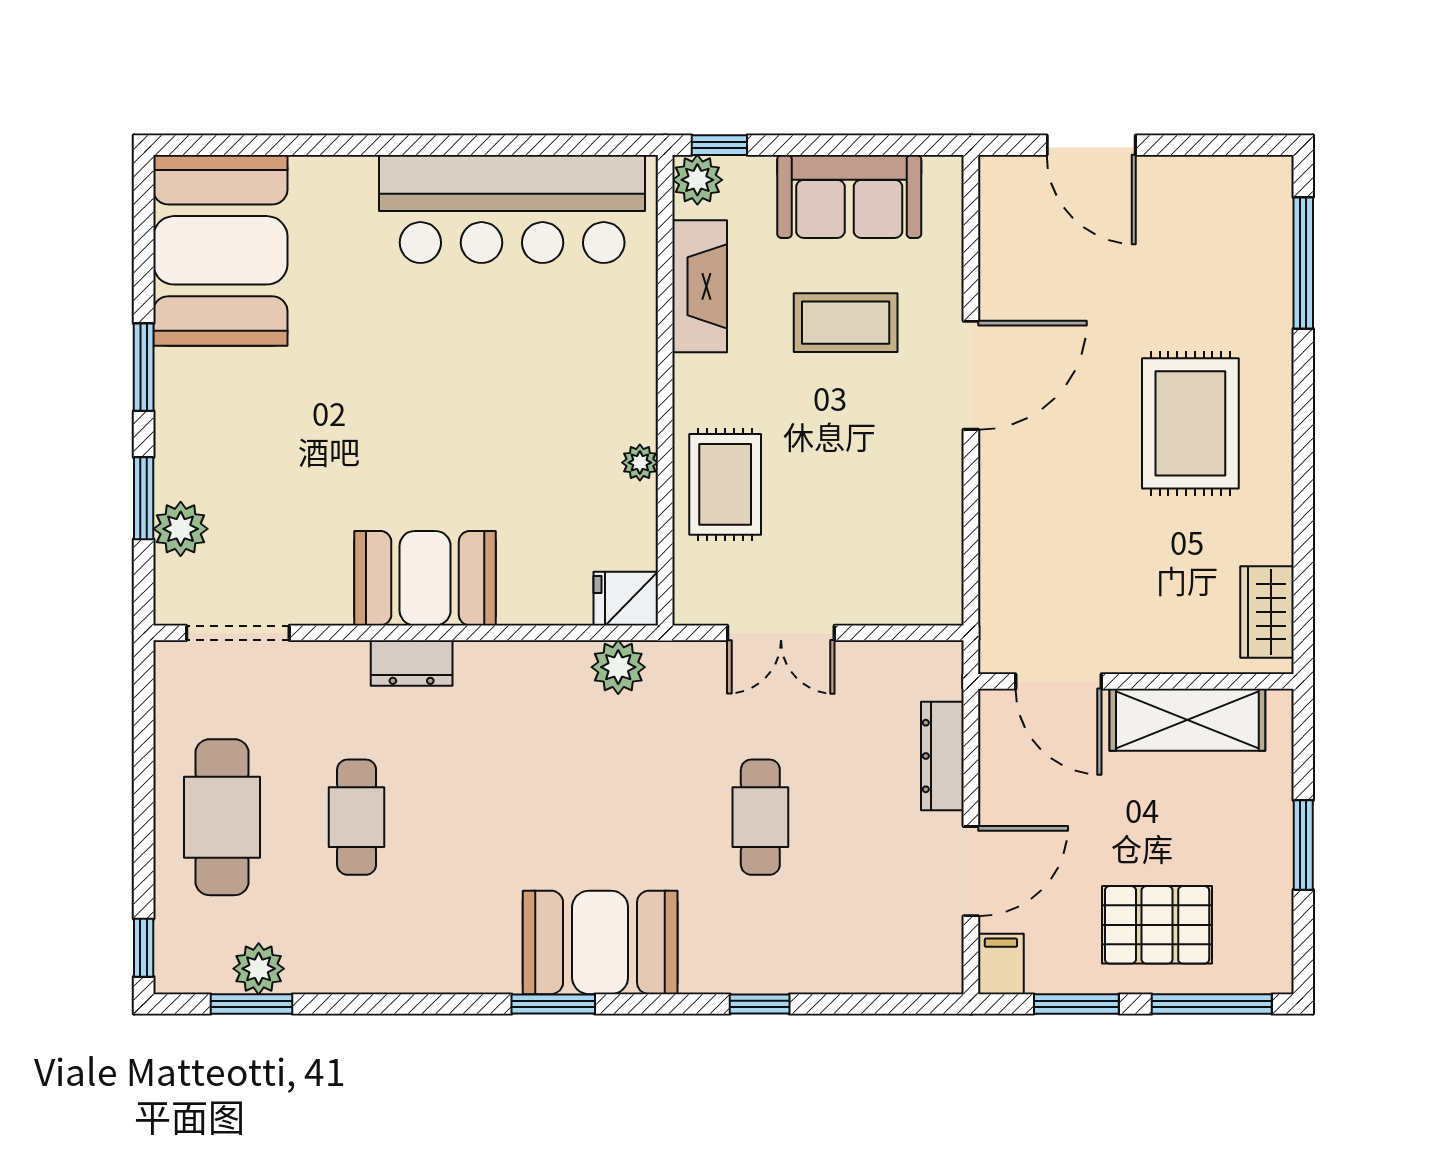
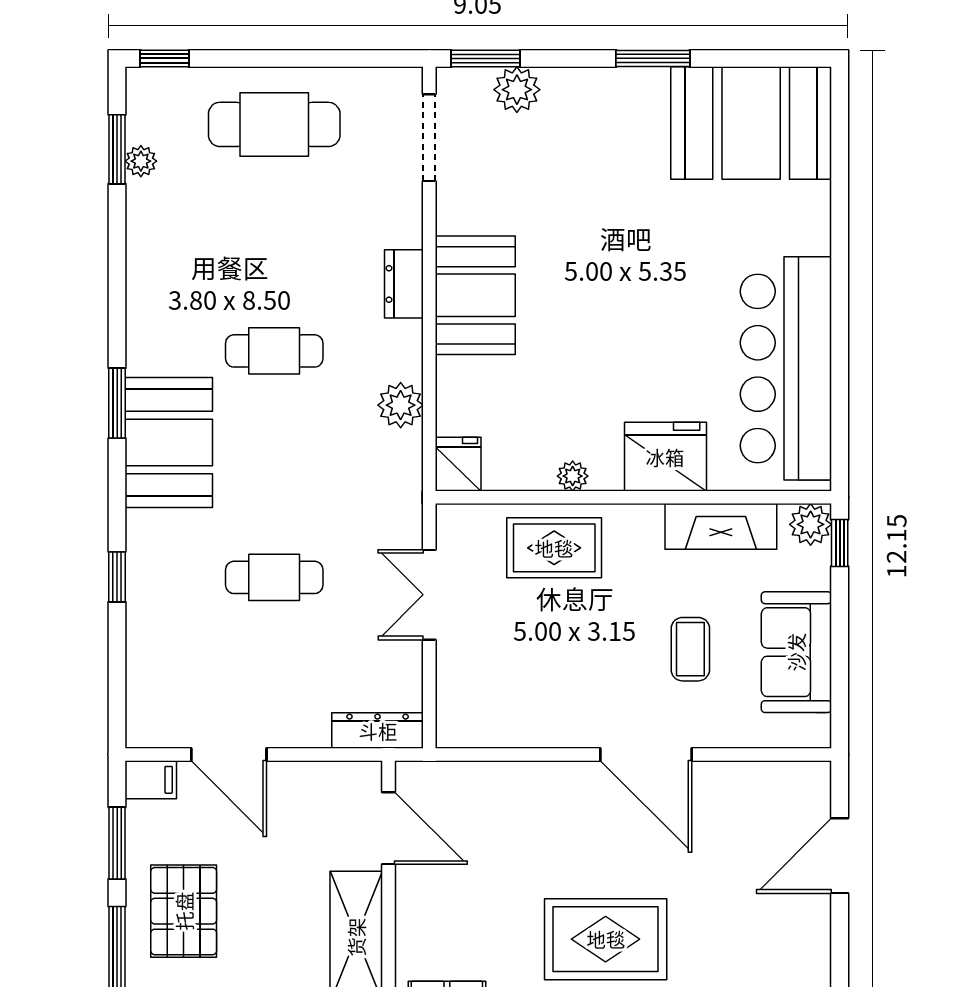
coffee table: (846, 323) -> (690, 649), width x0.73, depth x0.77
fridge: (617, 352) -> (665, 457), added
window: (144, 498) -> (485, 58), moved
plant: (618, 667) -> (401, 405), moved
door: (1058, 681) -> (389, 828), swing flipped
dresser: (942, 756) -> (378, 731), moved
cafe table: (357, 817) -> (274, 351), moved
plant: (259, 969) -> (141, 161), width x0.73, depth x0.73

